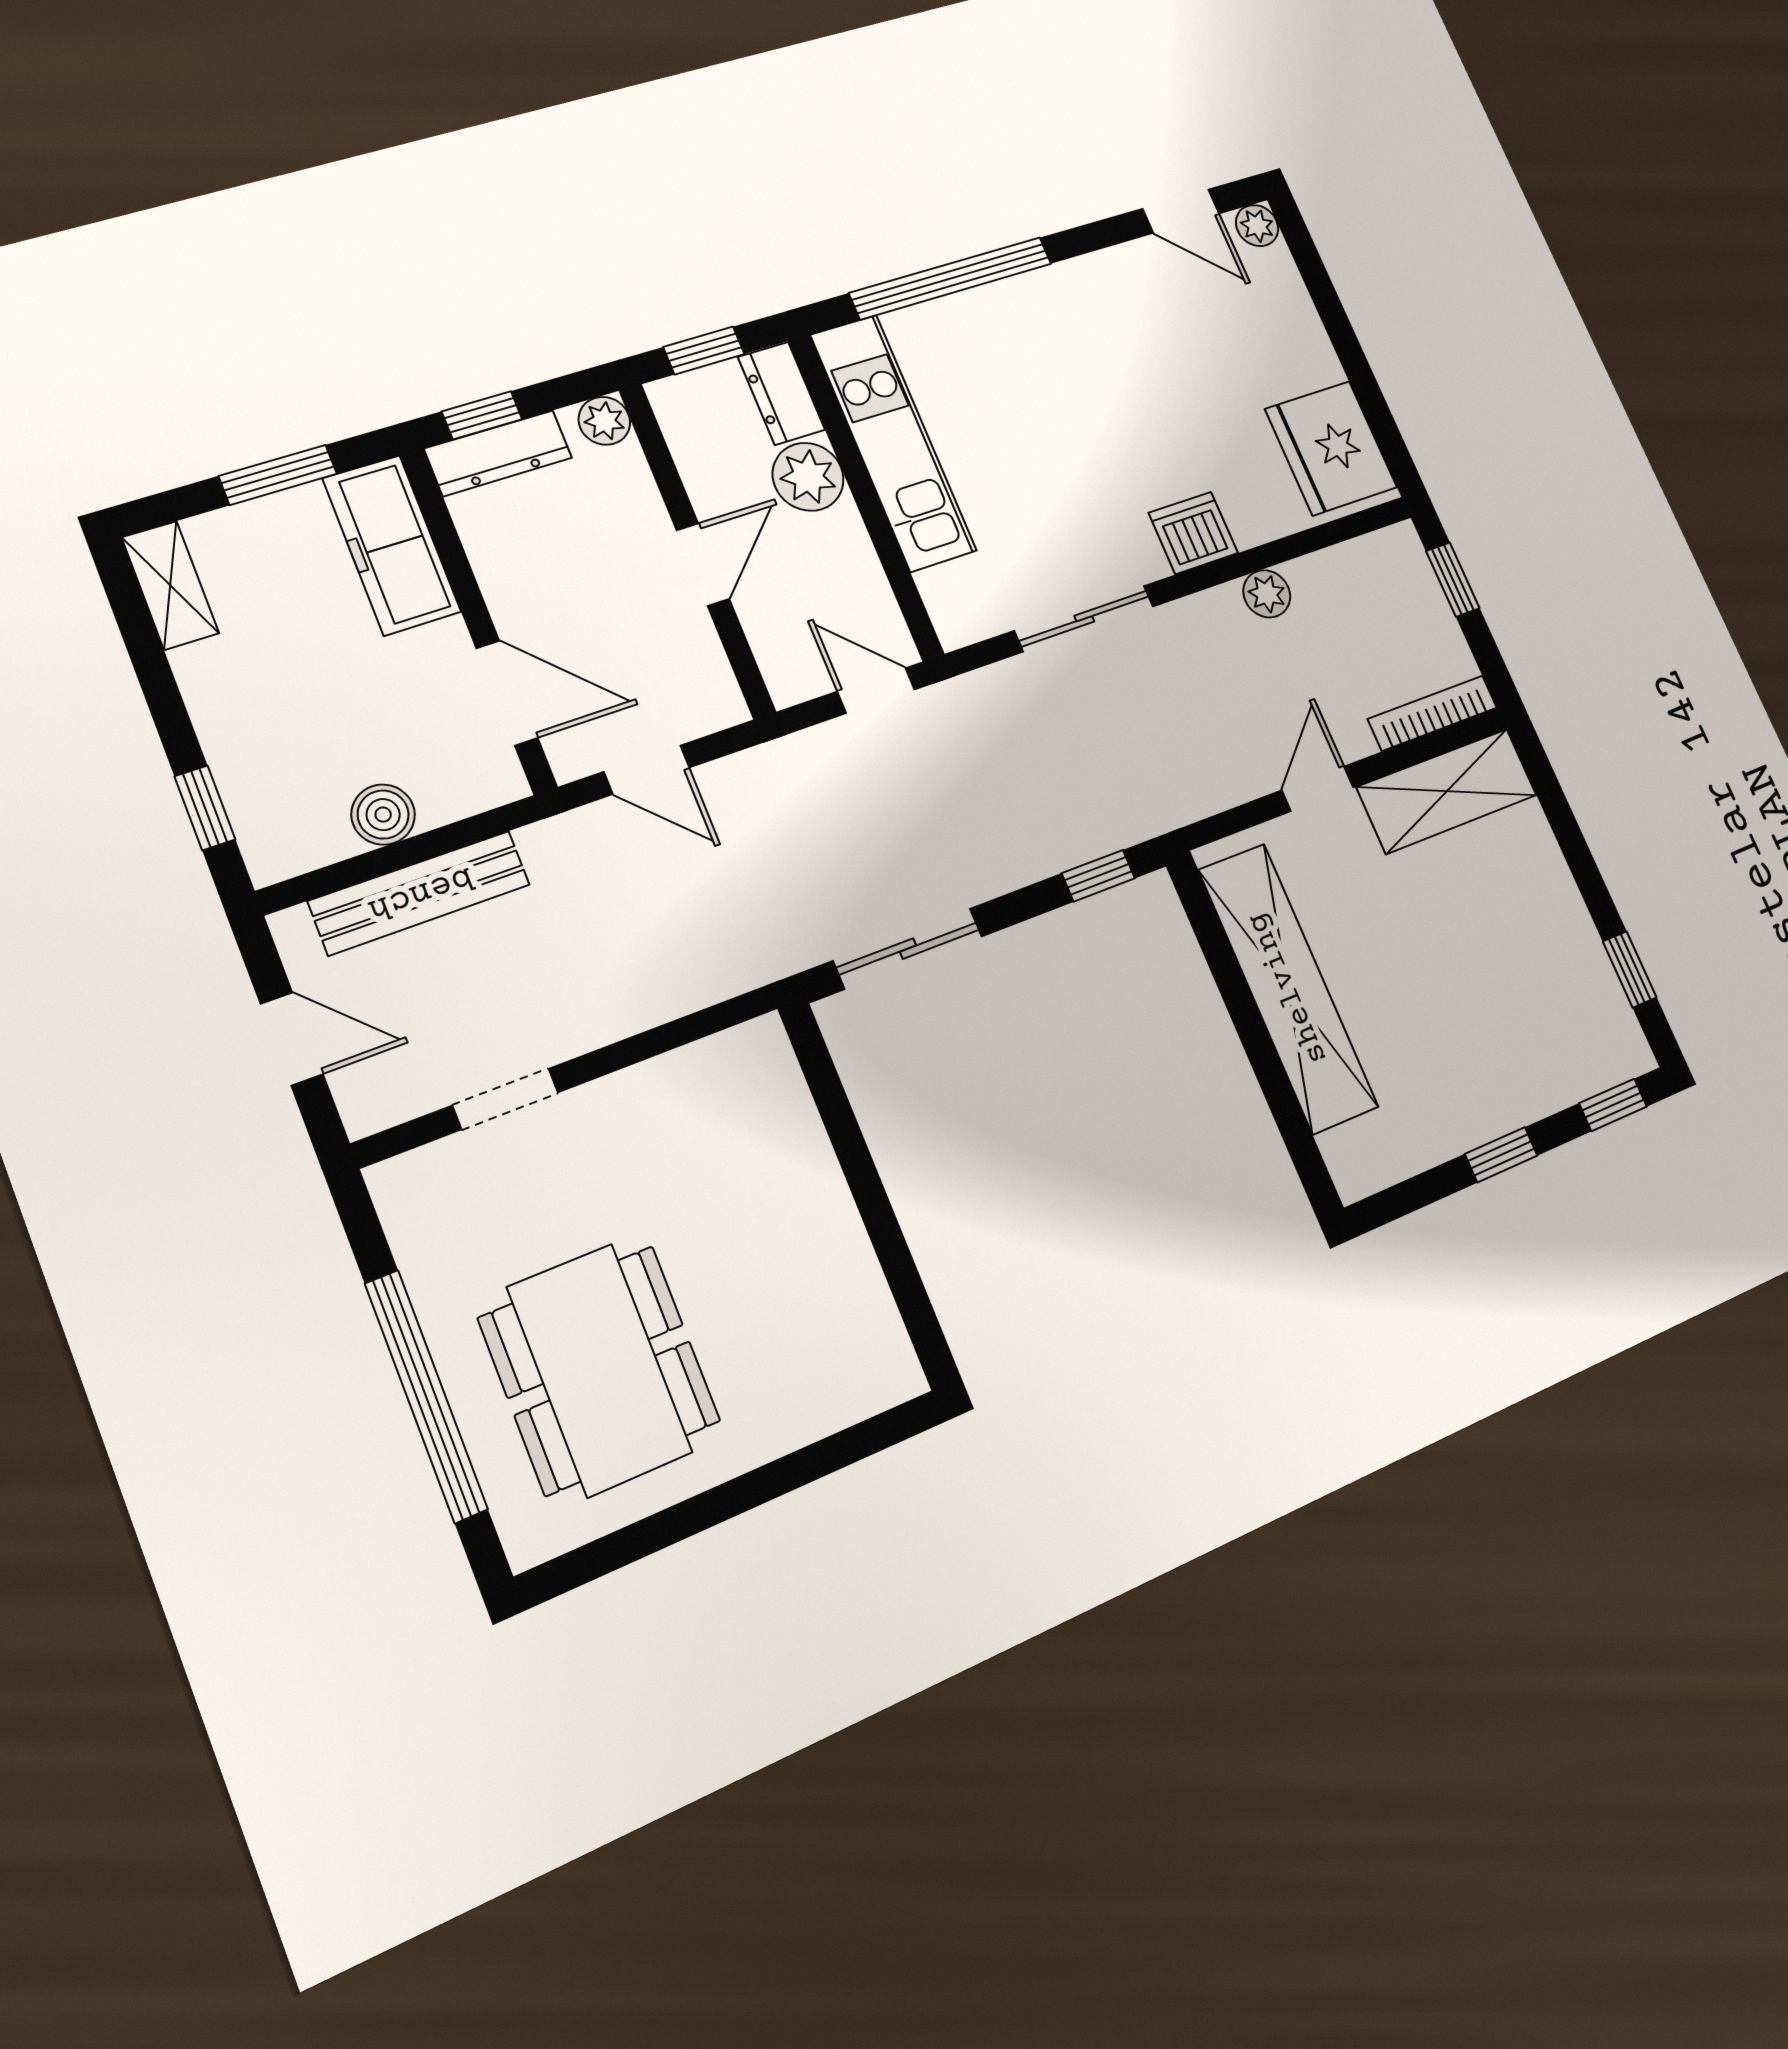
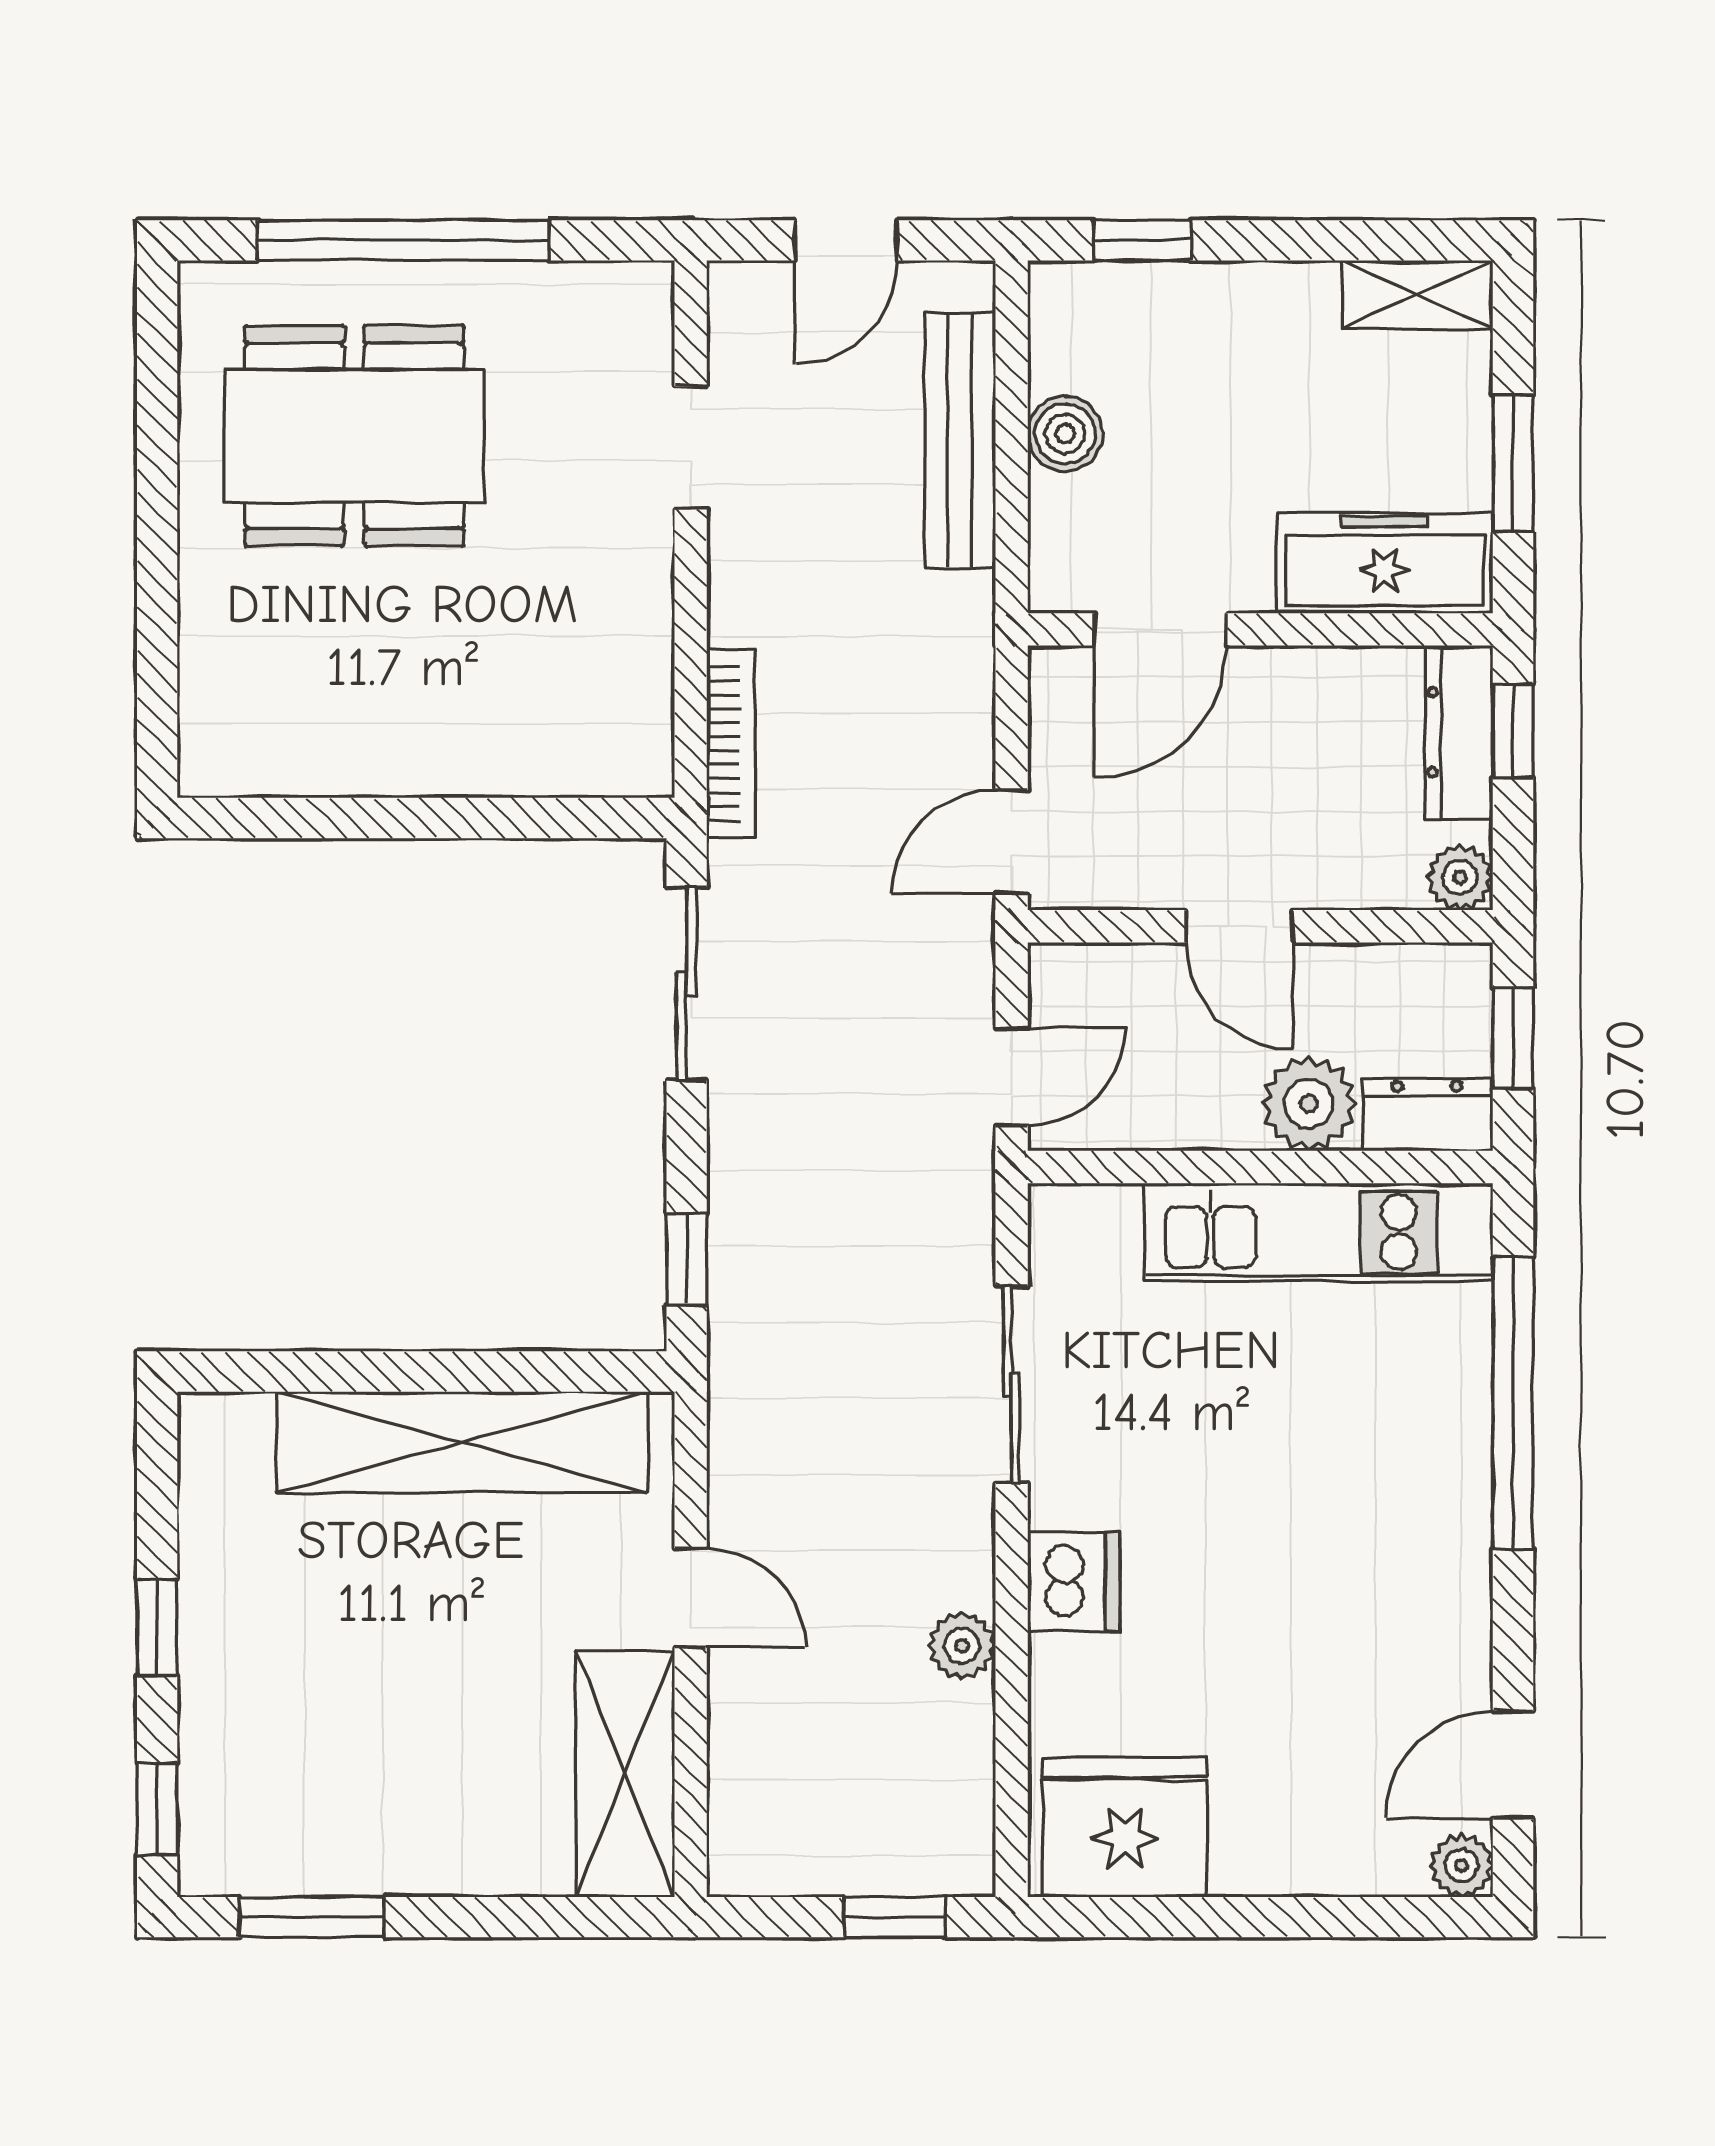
bookcase: (1433, 713) -> (731, 744), moved
door: (647, 770) -> (1012, 842), moved
window: (1630, 969) -> (312, 1917), width x1.50

